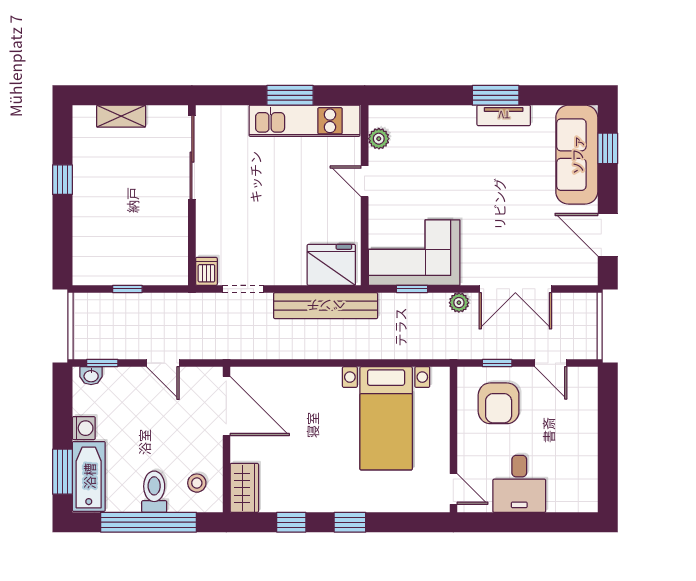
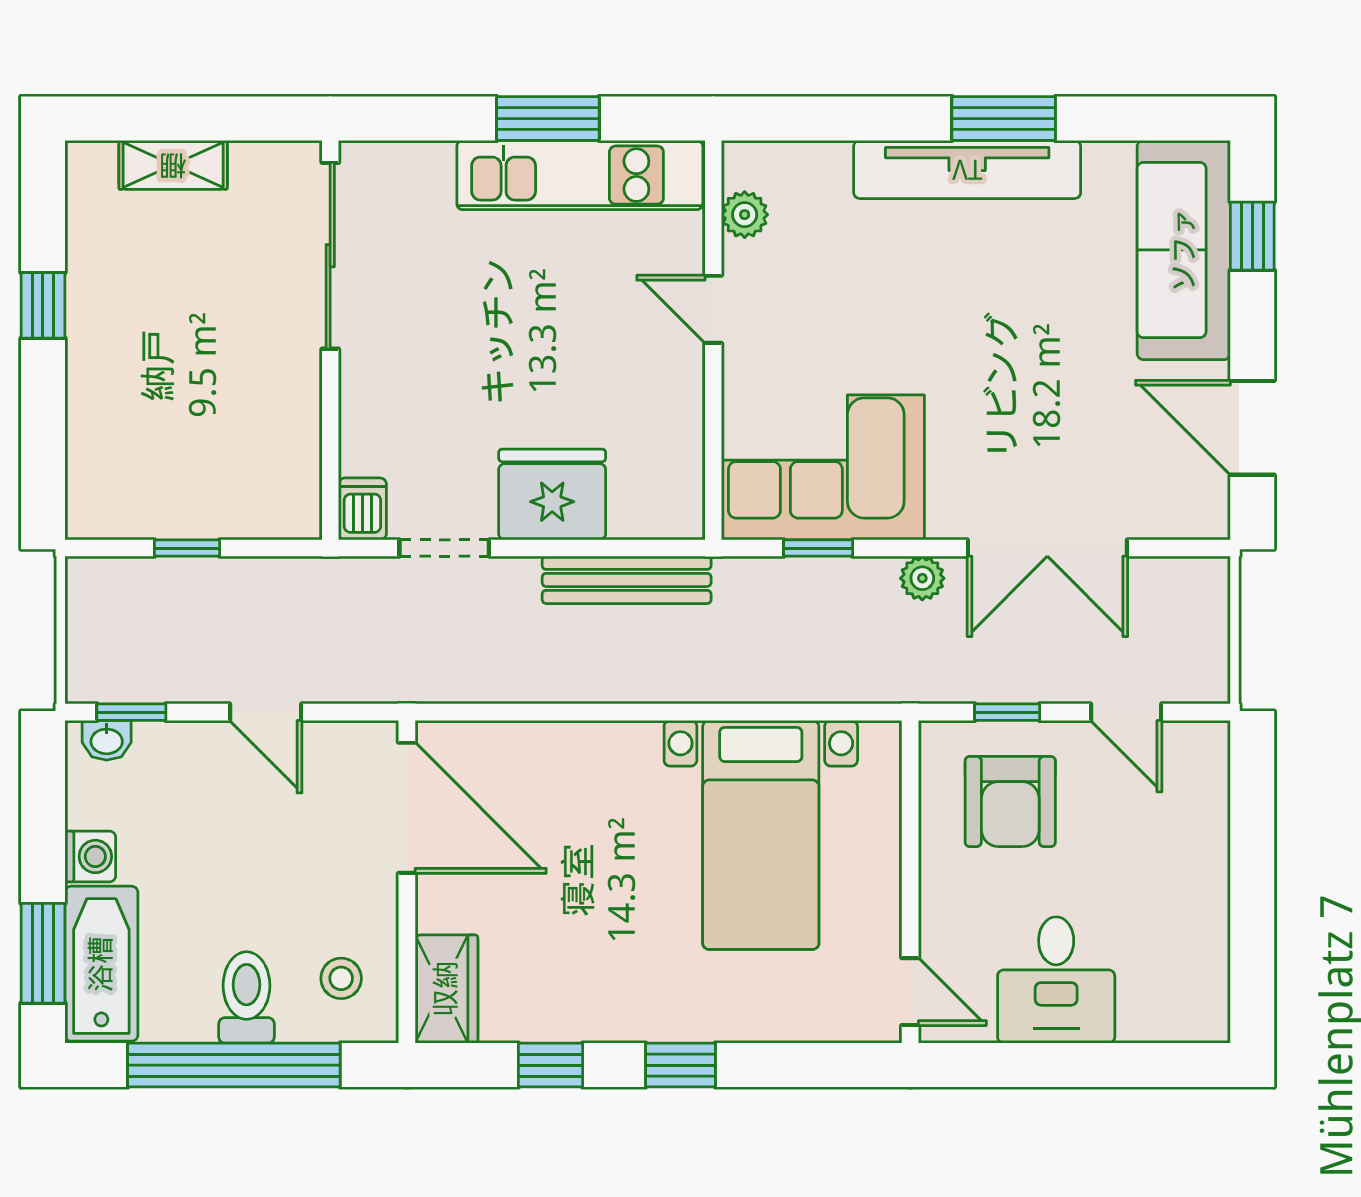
tv unit: (504, 115) -> (967, 169), width x1.92, depth x1.29
fridge: (331, 265) -> (552, 494), moved
bench: (326, 306) -> (627, 580), width x0.73, depth x0.82

